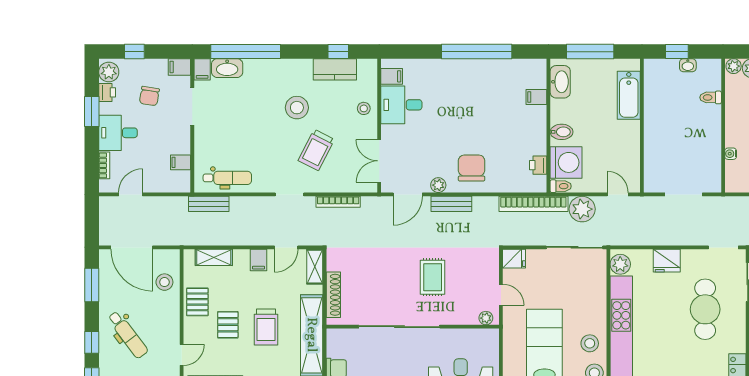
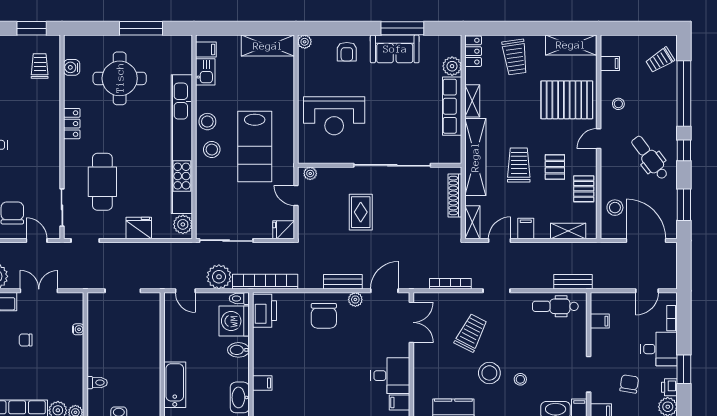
stool: (364, 108) -> (520, 379), moved
printer: (538, 165) -> (264, 311), width x1.87, depth x1.48

